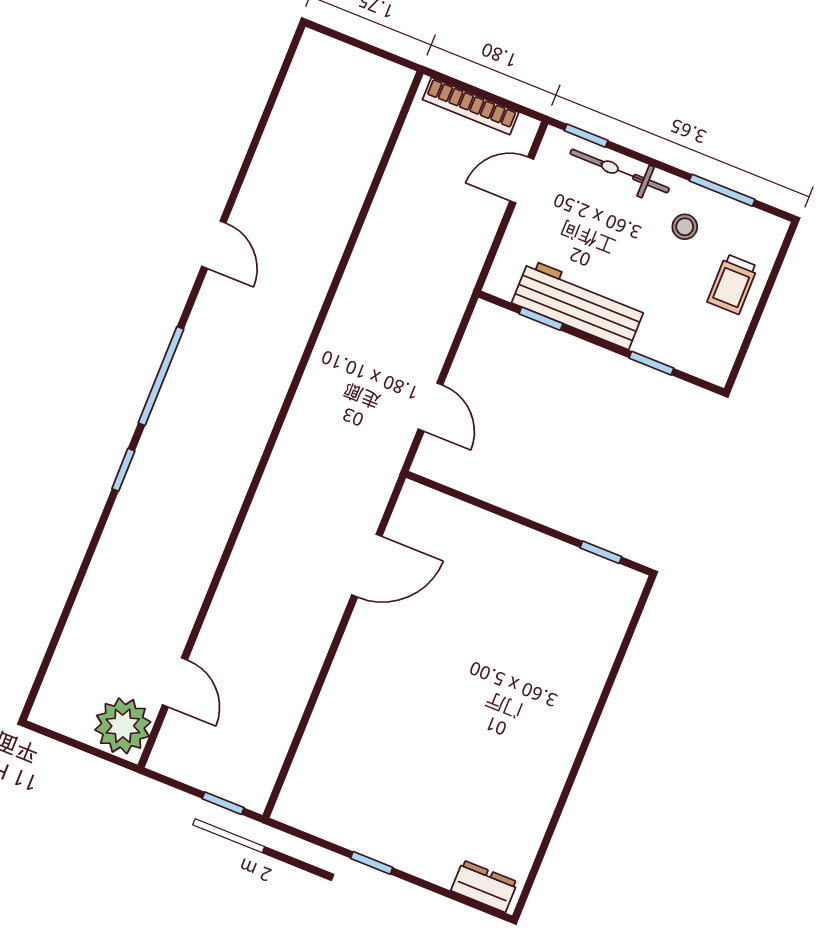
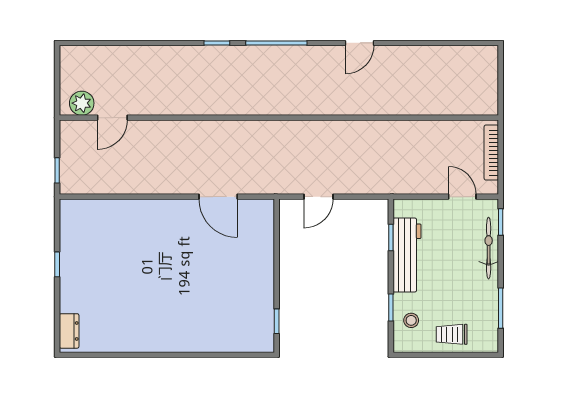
stool: (685, 227) -> (411, 320), moved
plant: (123, 726) -> (82, 103), width x0.73, depth x0.73

